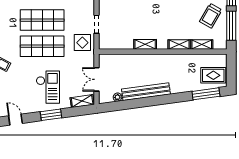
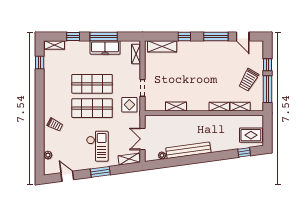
shelving: (145, 44) -> (176, 106), moved
window: (206, 94) -> (244, 152), width x0.46

